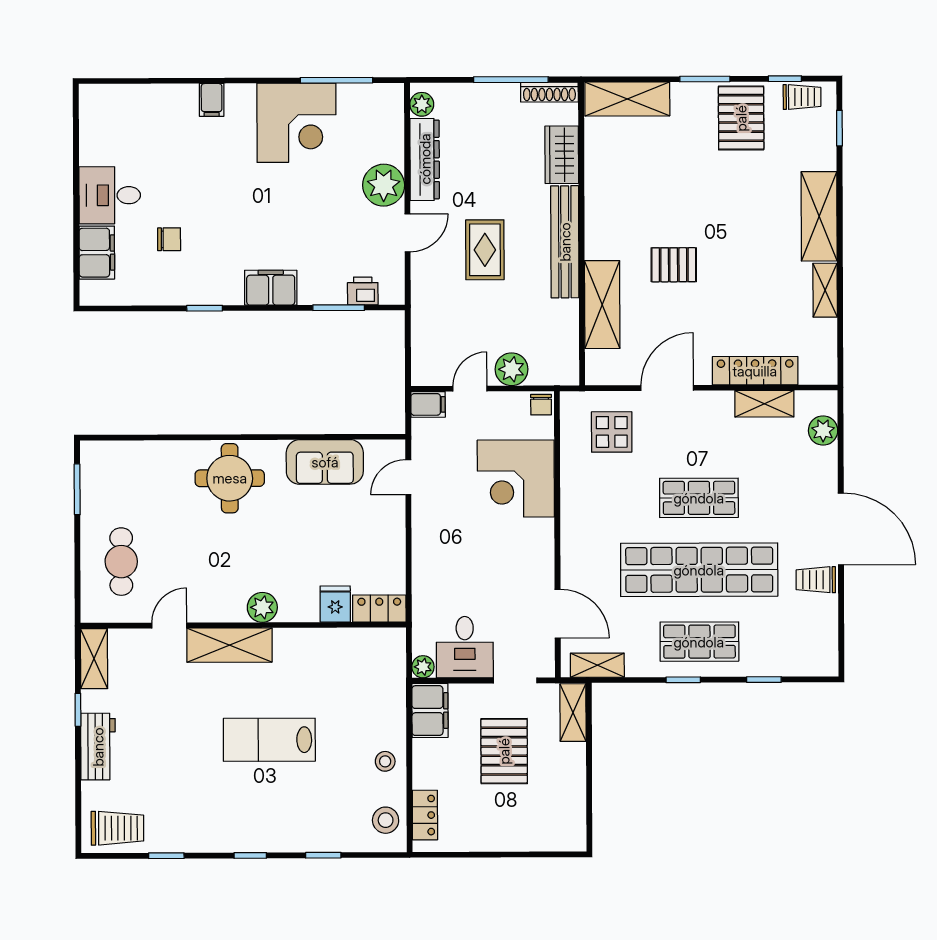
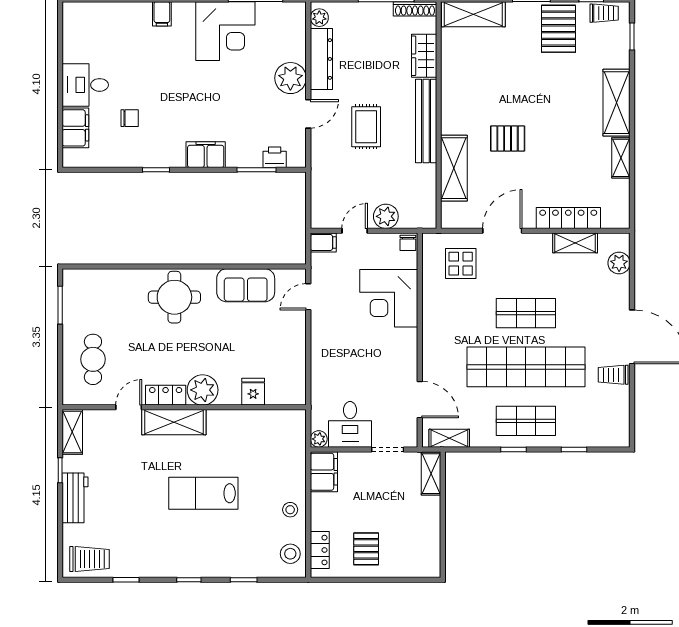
plant: (262, 607) -> (203, 390), width x1.36, depth x1.36
locker: (379, 608) -> (166, 395), moved
pallet: (504, 751) -> (366, 549), moved, width x0.67, depth x0.71

